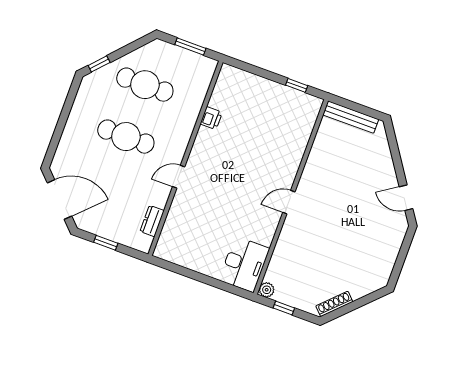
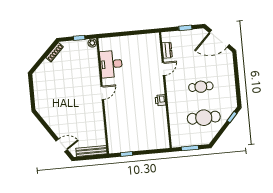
printer: (211, 118) -> (160, 100), moved
cafe table: (126, 137) -> (201, 87), width x0.73, depth x0.74
door: (179, 177) -> (163, 69), moved
door: (406, 198) -> (62, 145), moved
desk: (244, 264) -> (111, 64), moved

